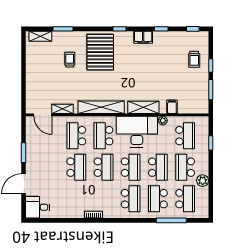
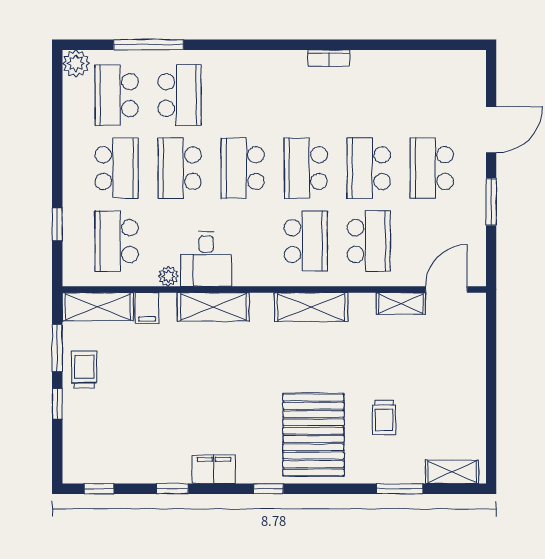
trolley: (194, 59) -> (84, 369), moved
shelving: (101, 107) -> (311, 307), width x0.68
shelving: (193, 107) -> (98, 307), added
door: (43, 115) -> (446, 289), hinge flipped
desk: (137, 132) -> (206, 259), width x0.53, depth x0.77
plant: (203, 181) -> (76, 63), moved
school desk: (131, 199) -> (432, 168), moved
desk: (38, 207) -> (459, 75), removed

